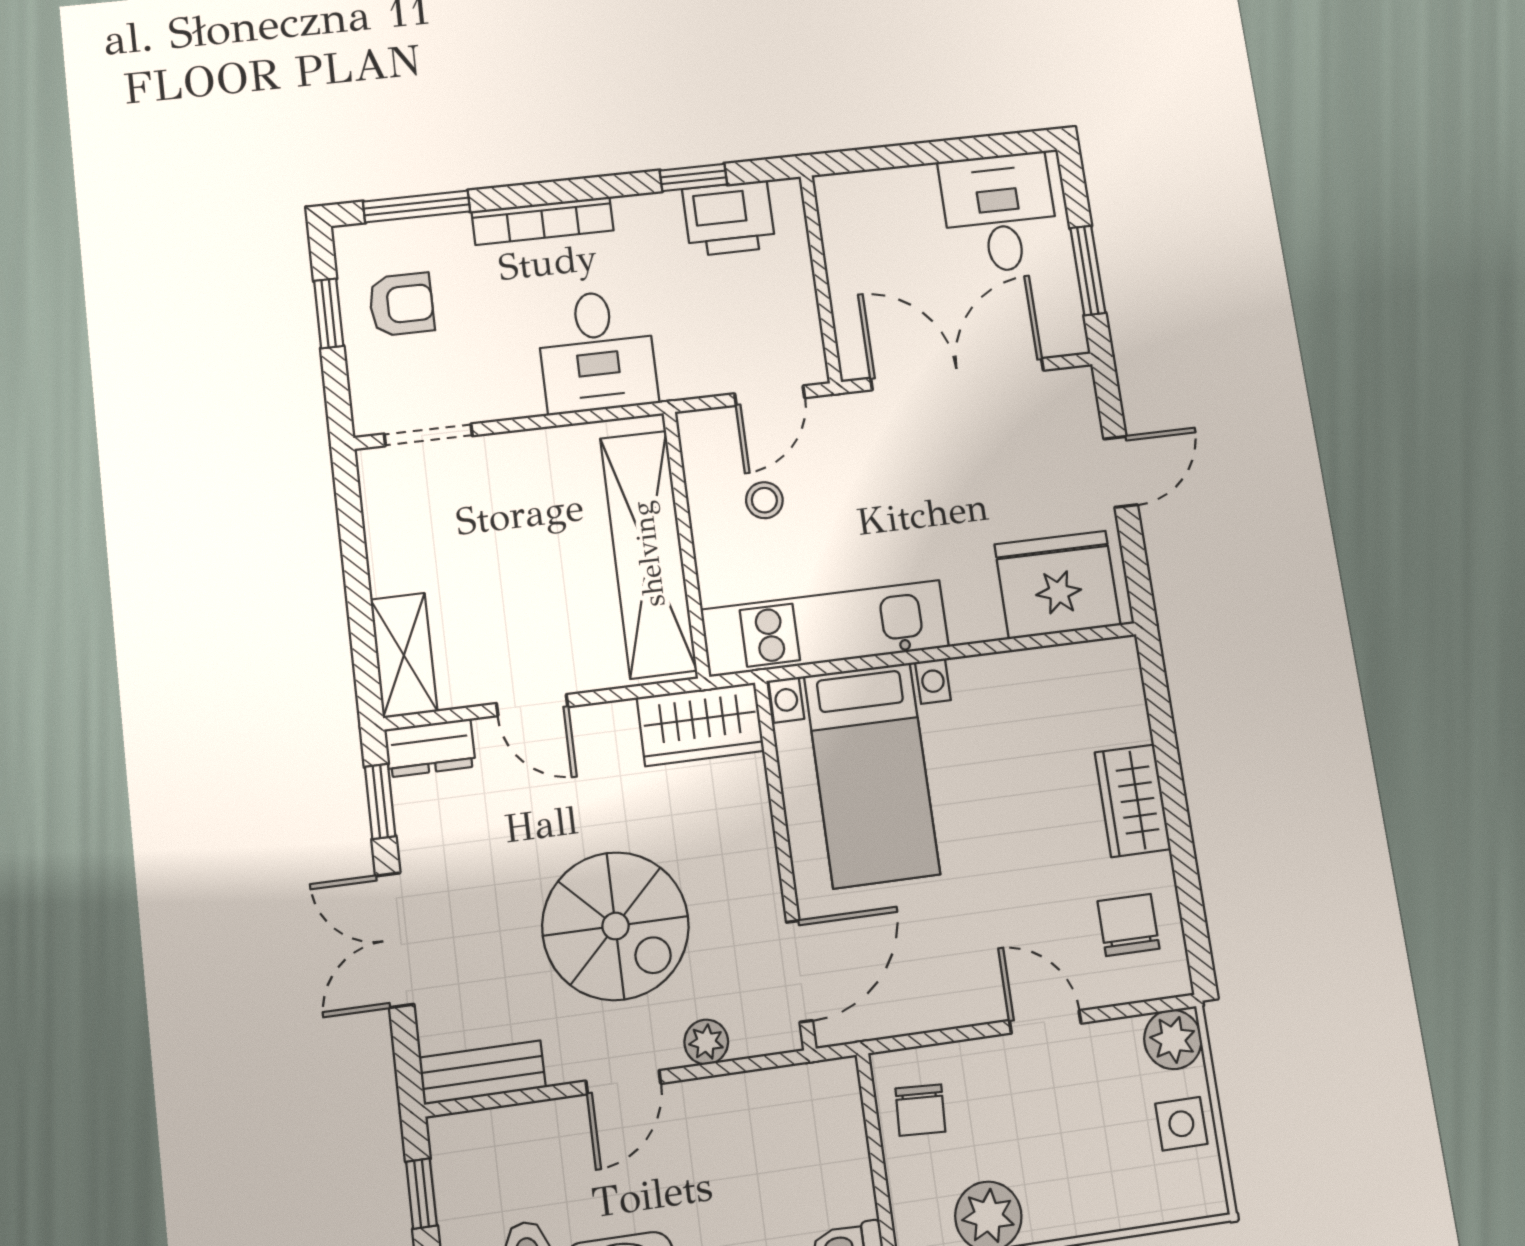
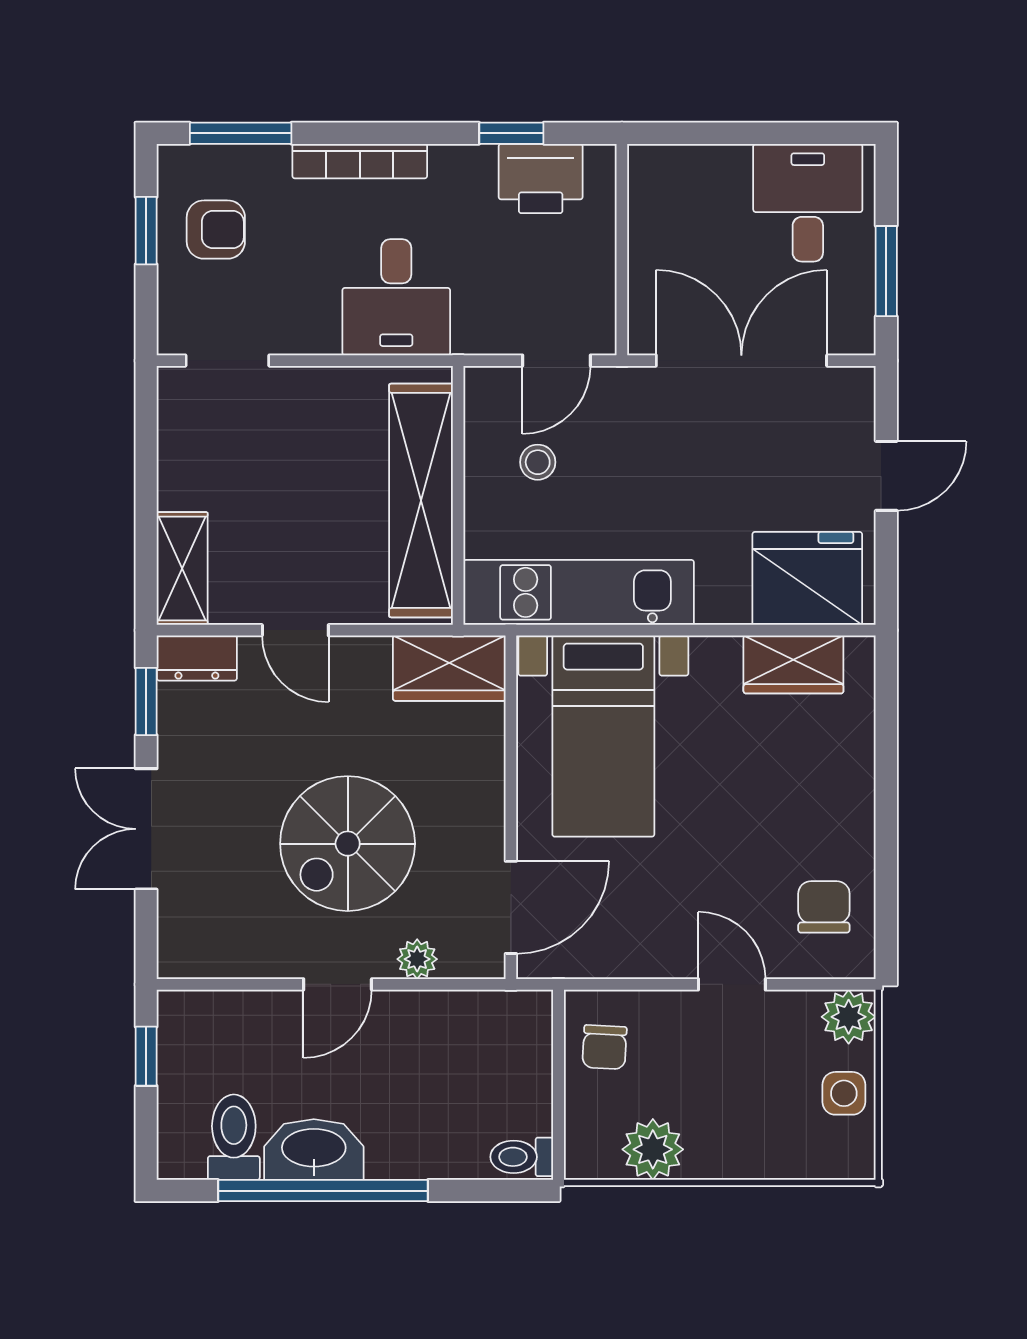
wardrobe: (1133, 801) -> (793, 664), moved, turned -90
spiral stairs: (615, 926) -> (348, 844), turned 90
bench: (482, 1072) -> (212, 958), removed

